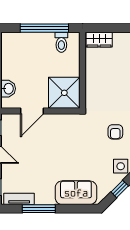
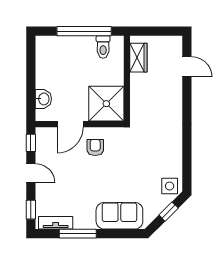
wardrobe: (99, 40) -> (138, 58), moved, turned -90
armchair: (115, 132) -> (95, 147), moved, turned 180

